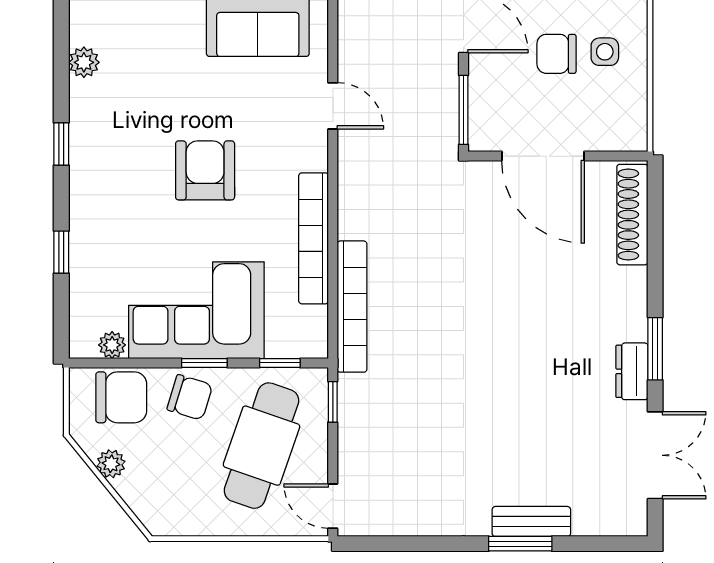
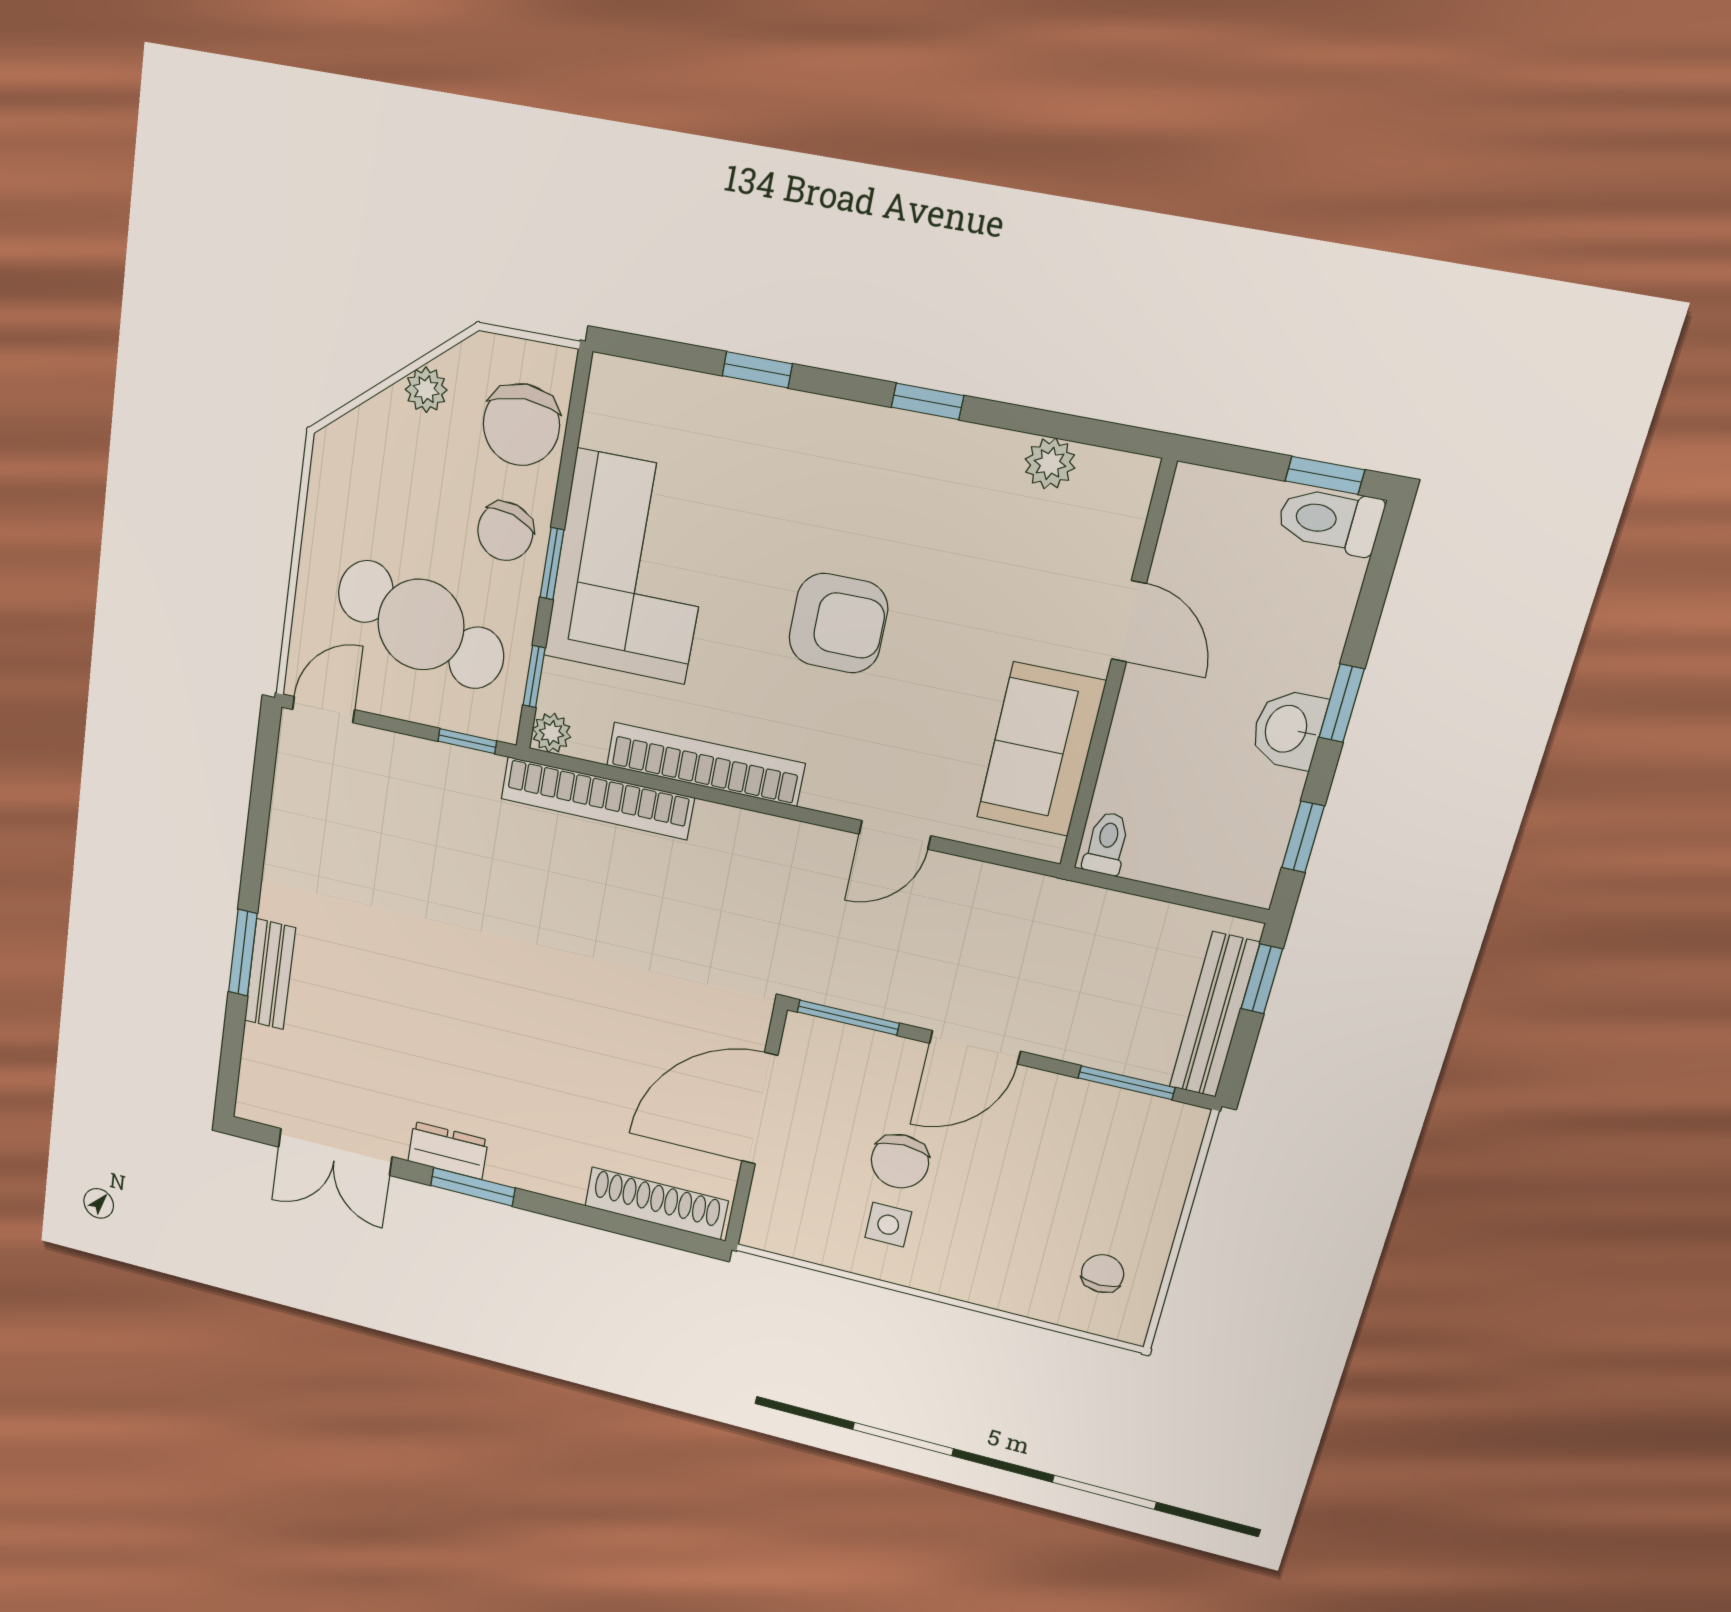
chair: (557, 54) -> (900, 1161), turned 180
plant: (112, 345) -> (552, 733), moved

